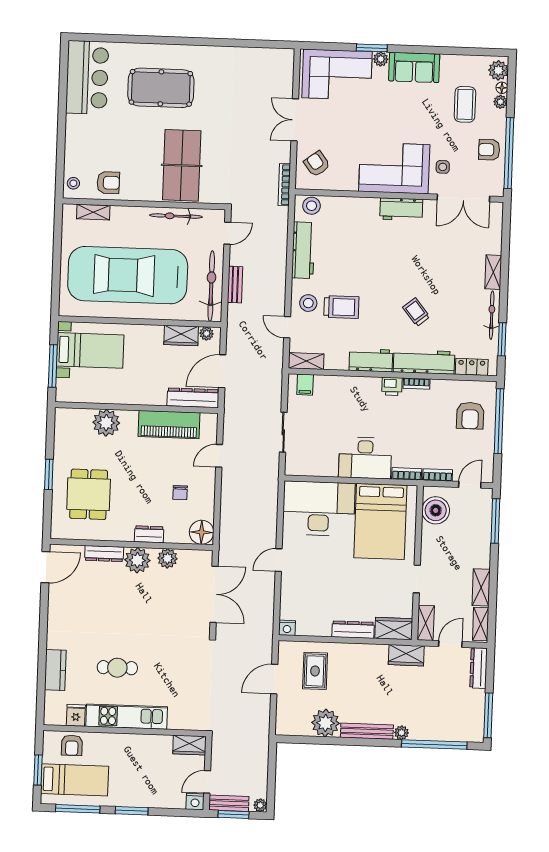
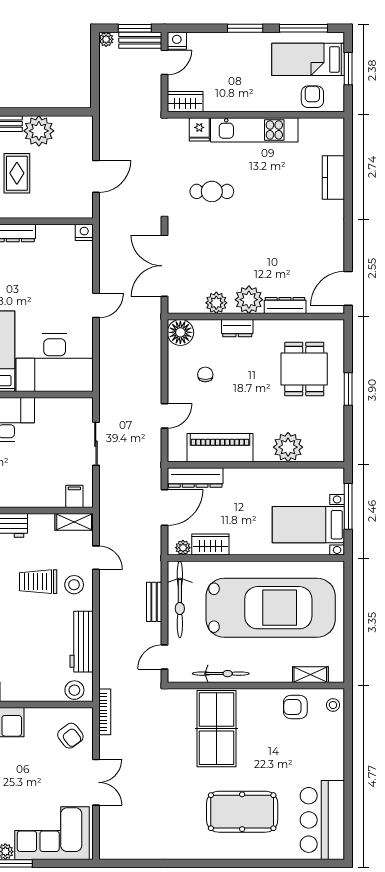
cafe table: (117, 668) -> (212, 191), moved
rug: (315, 671) -> (17, 173), moved
fridge: (76, 715) -> (199, 129), moved

